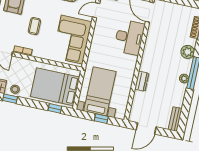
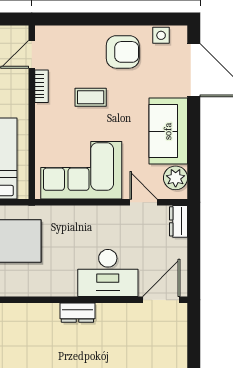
dresser: (142, 81) -> (77, 313), moved

